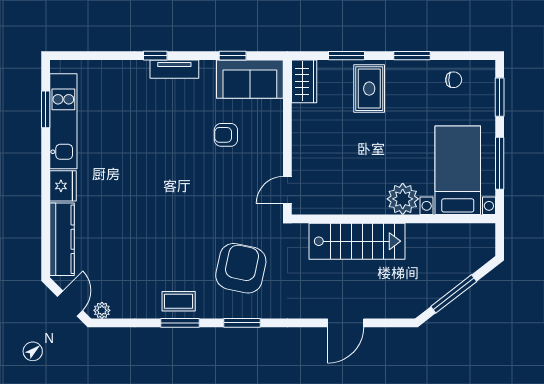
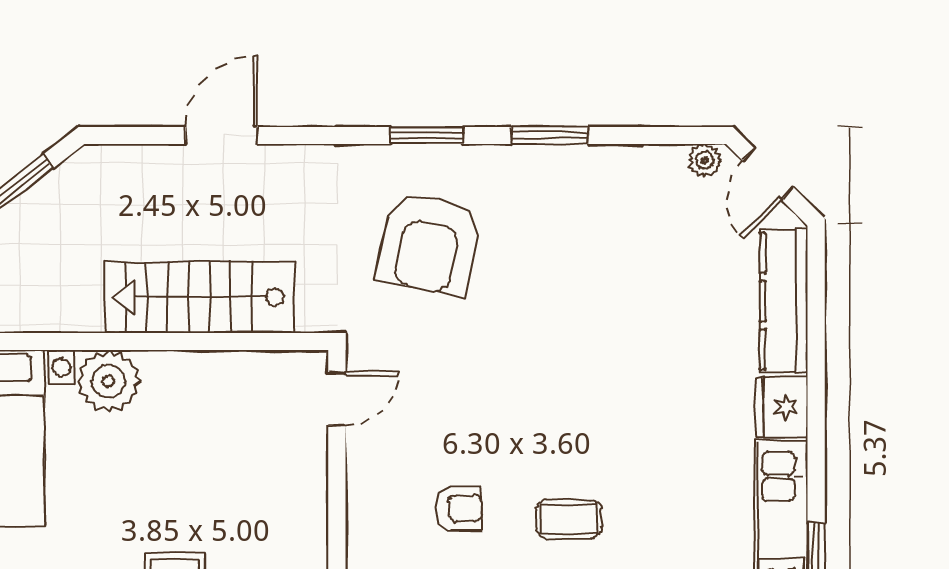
coffee table: (179, 301) -> (569, 519), moved

